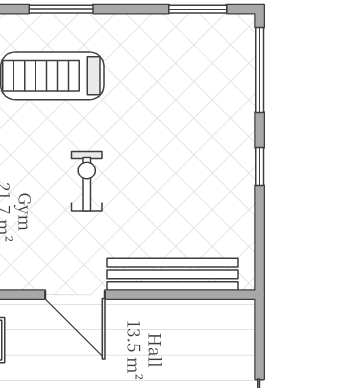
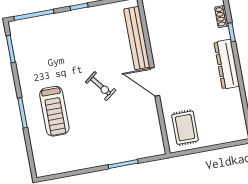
exercise bike: (87, 181) -> (101, 86), turned -128
door: (75, 295) -> (155, 82), swing flipped

